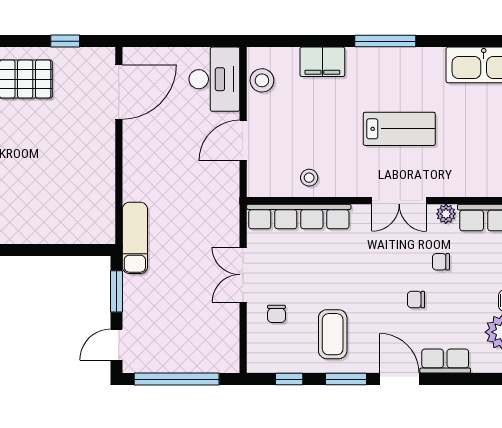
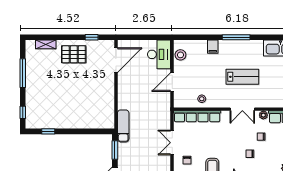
filing cabinet: (322, 62) -> (213, 47), width x0.50

